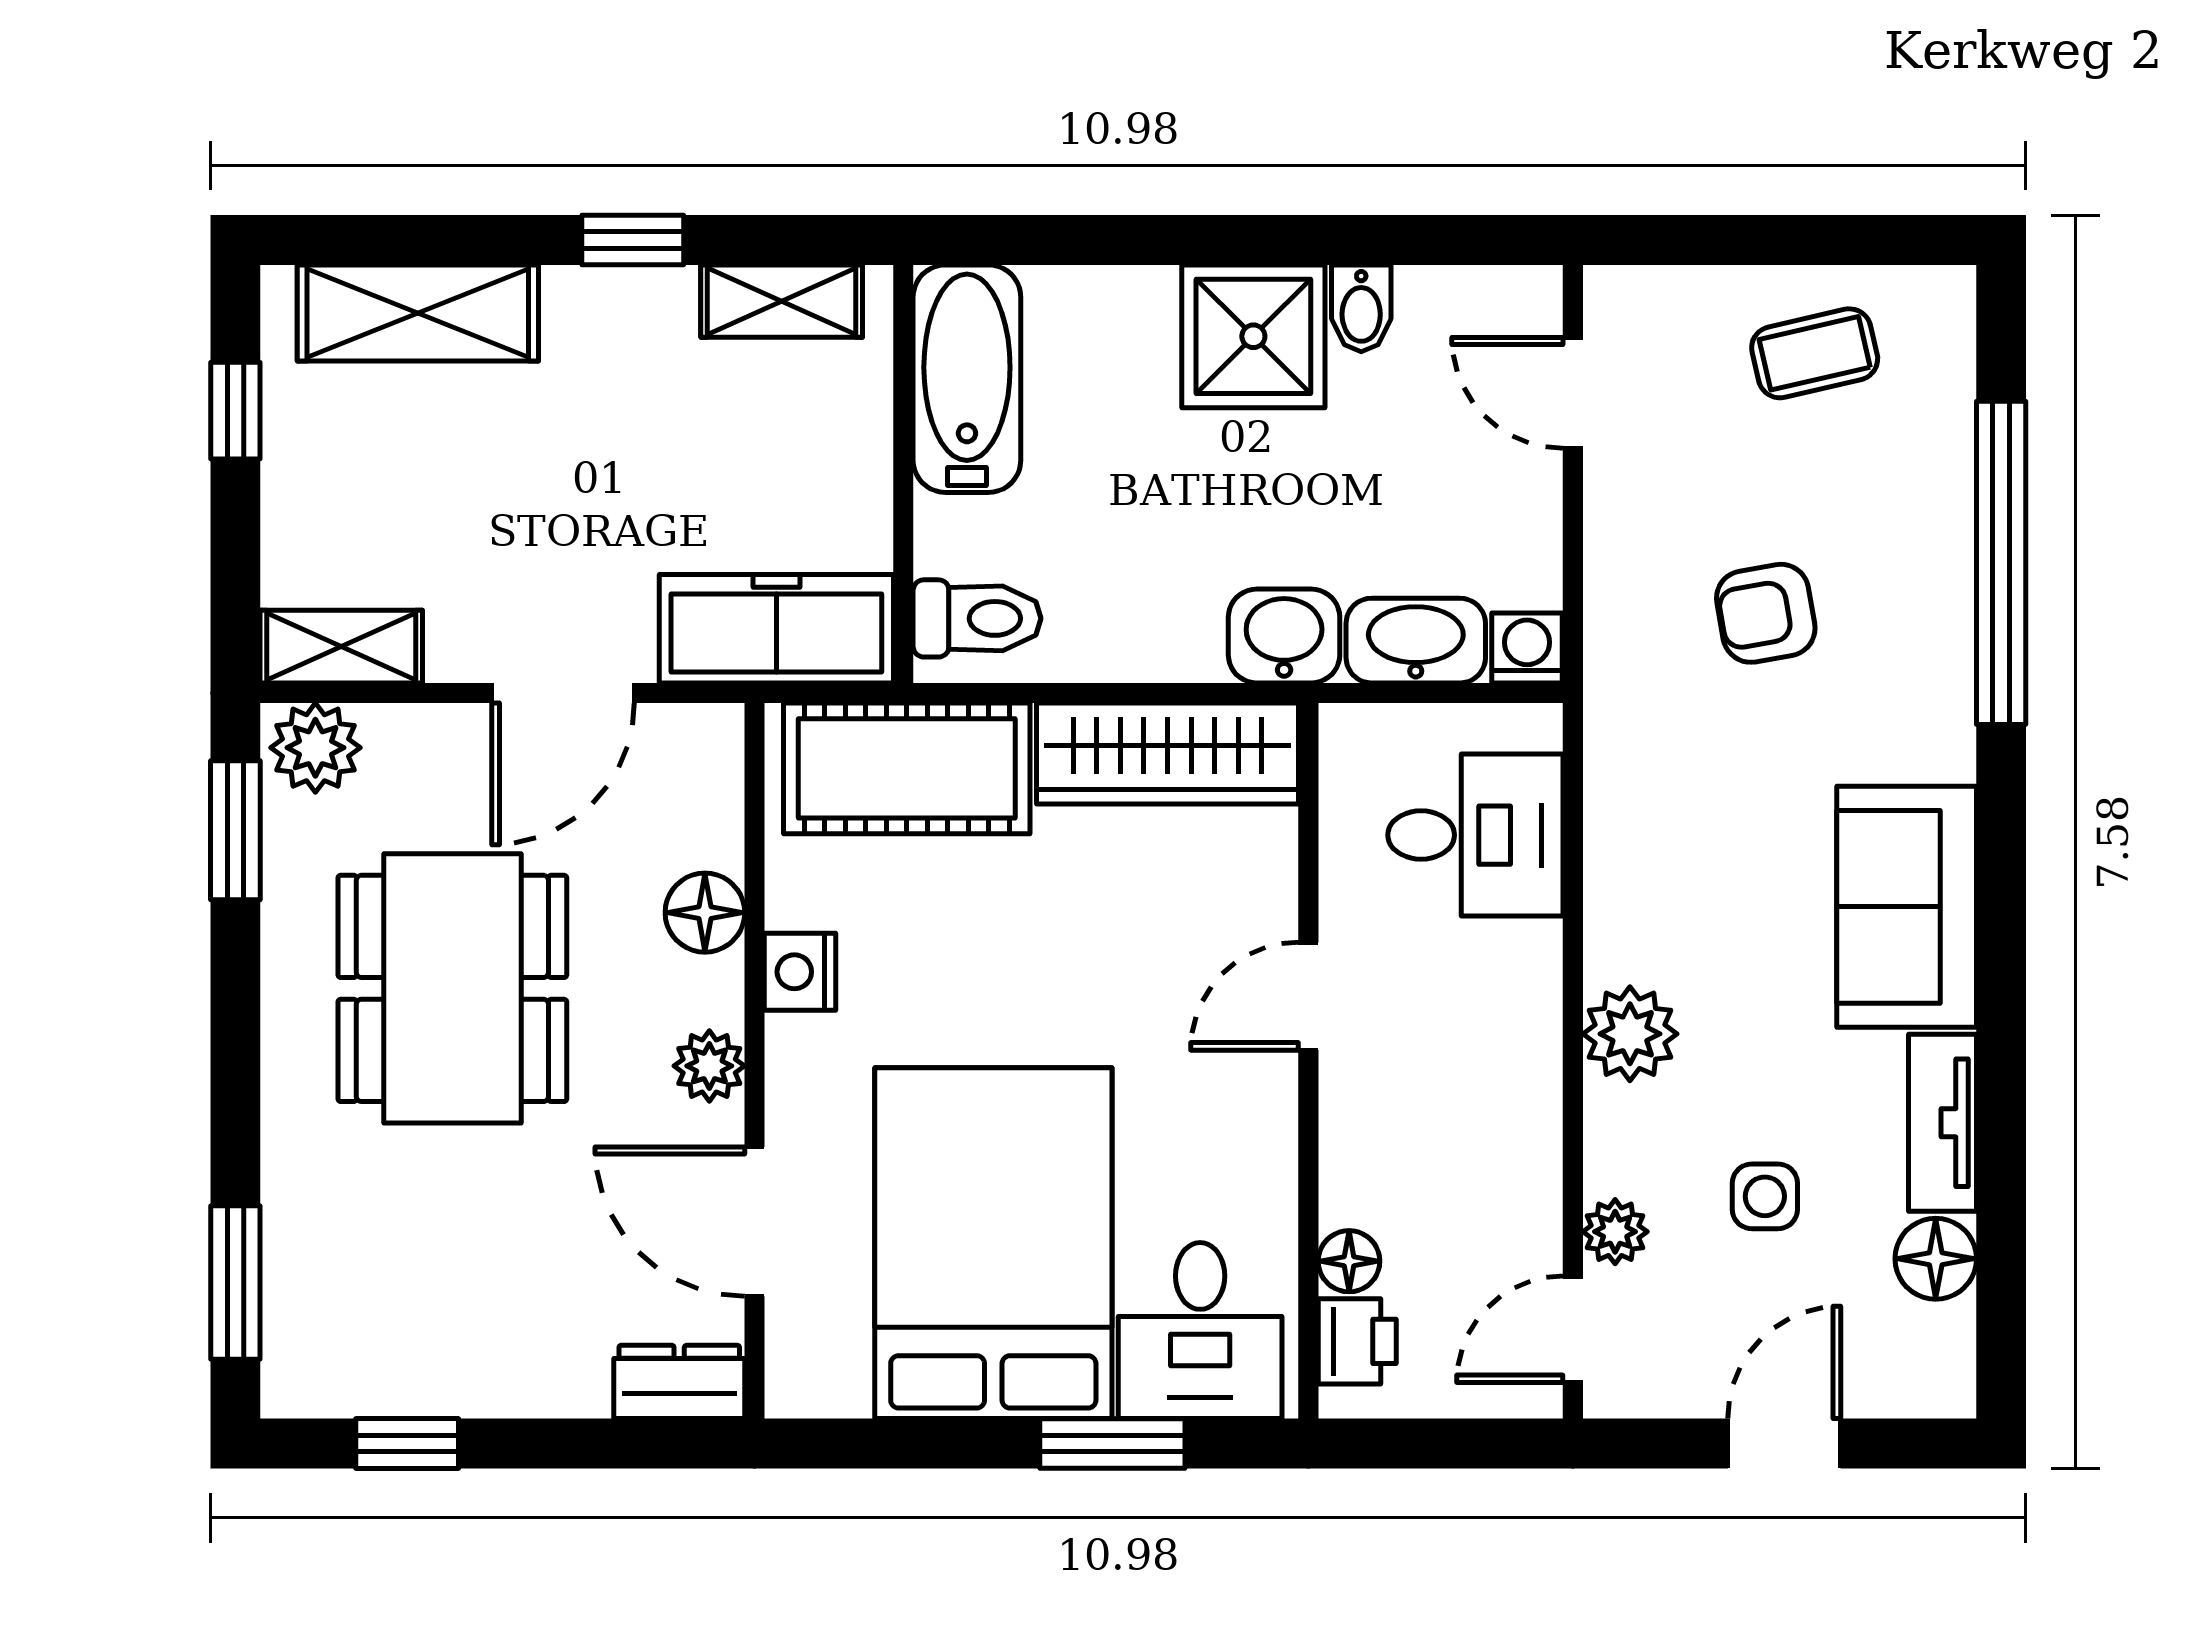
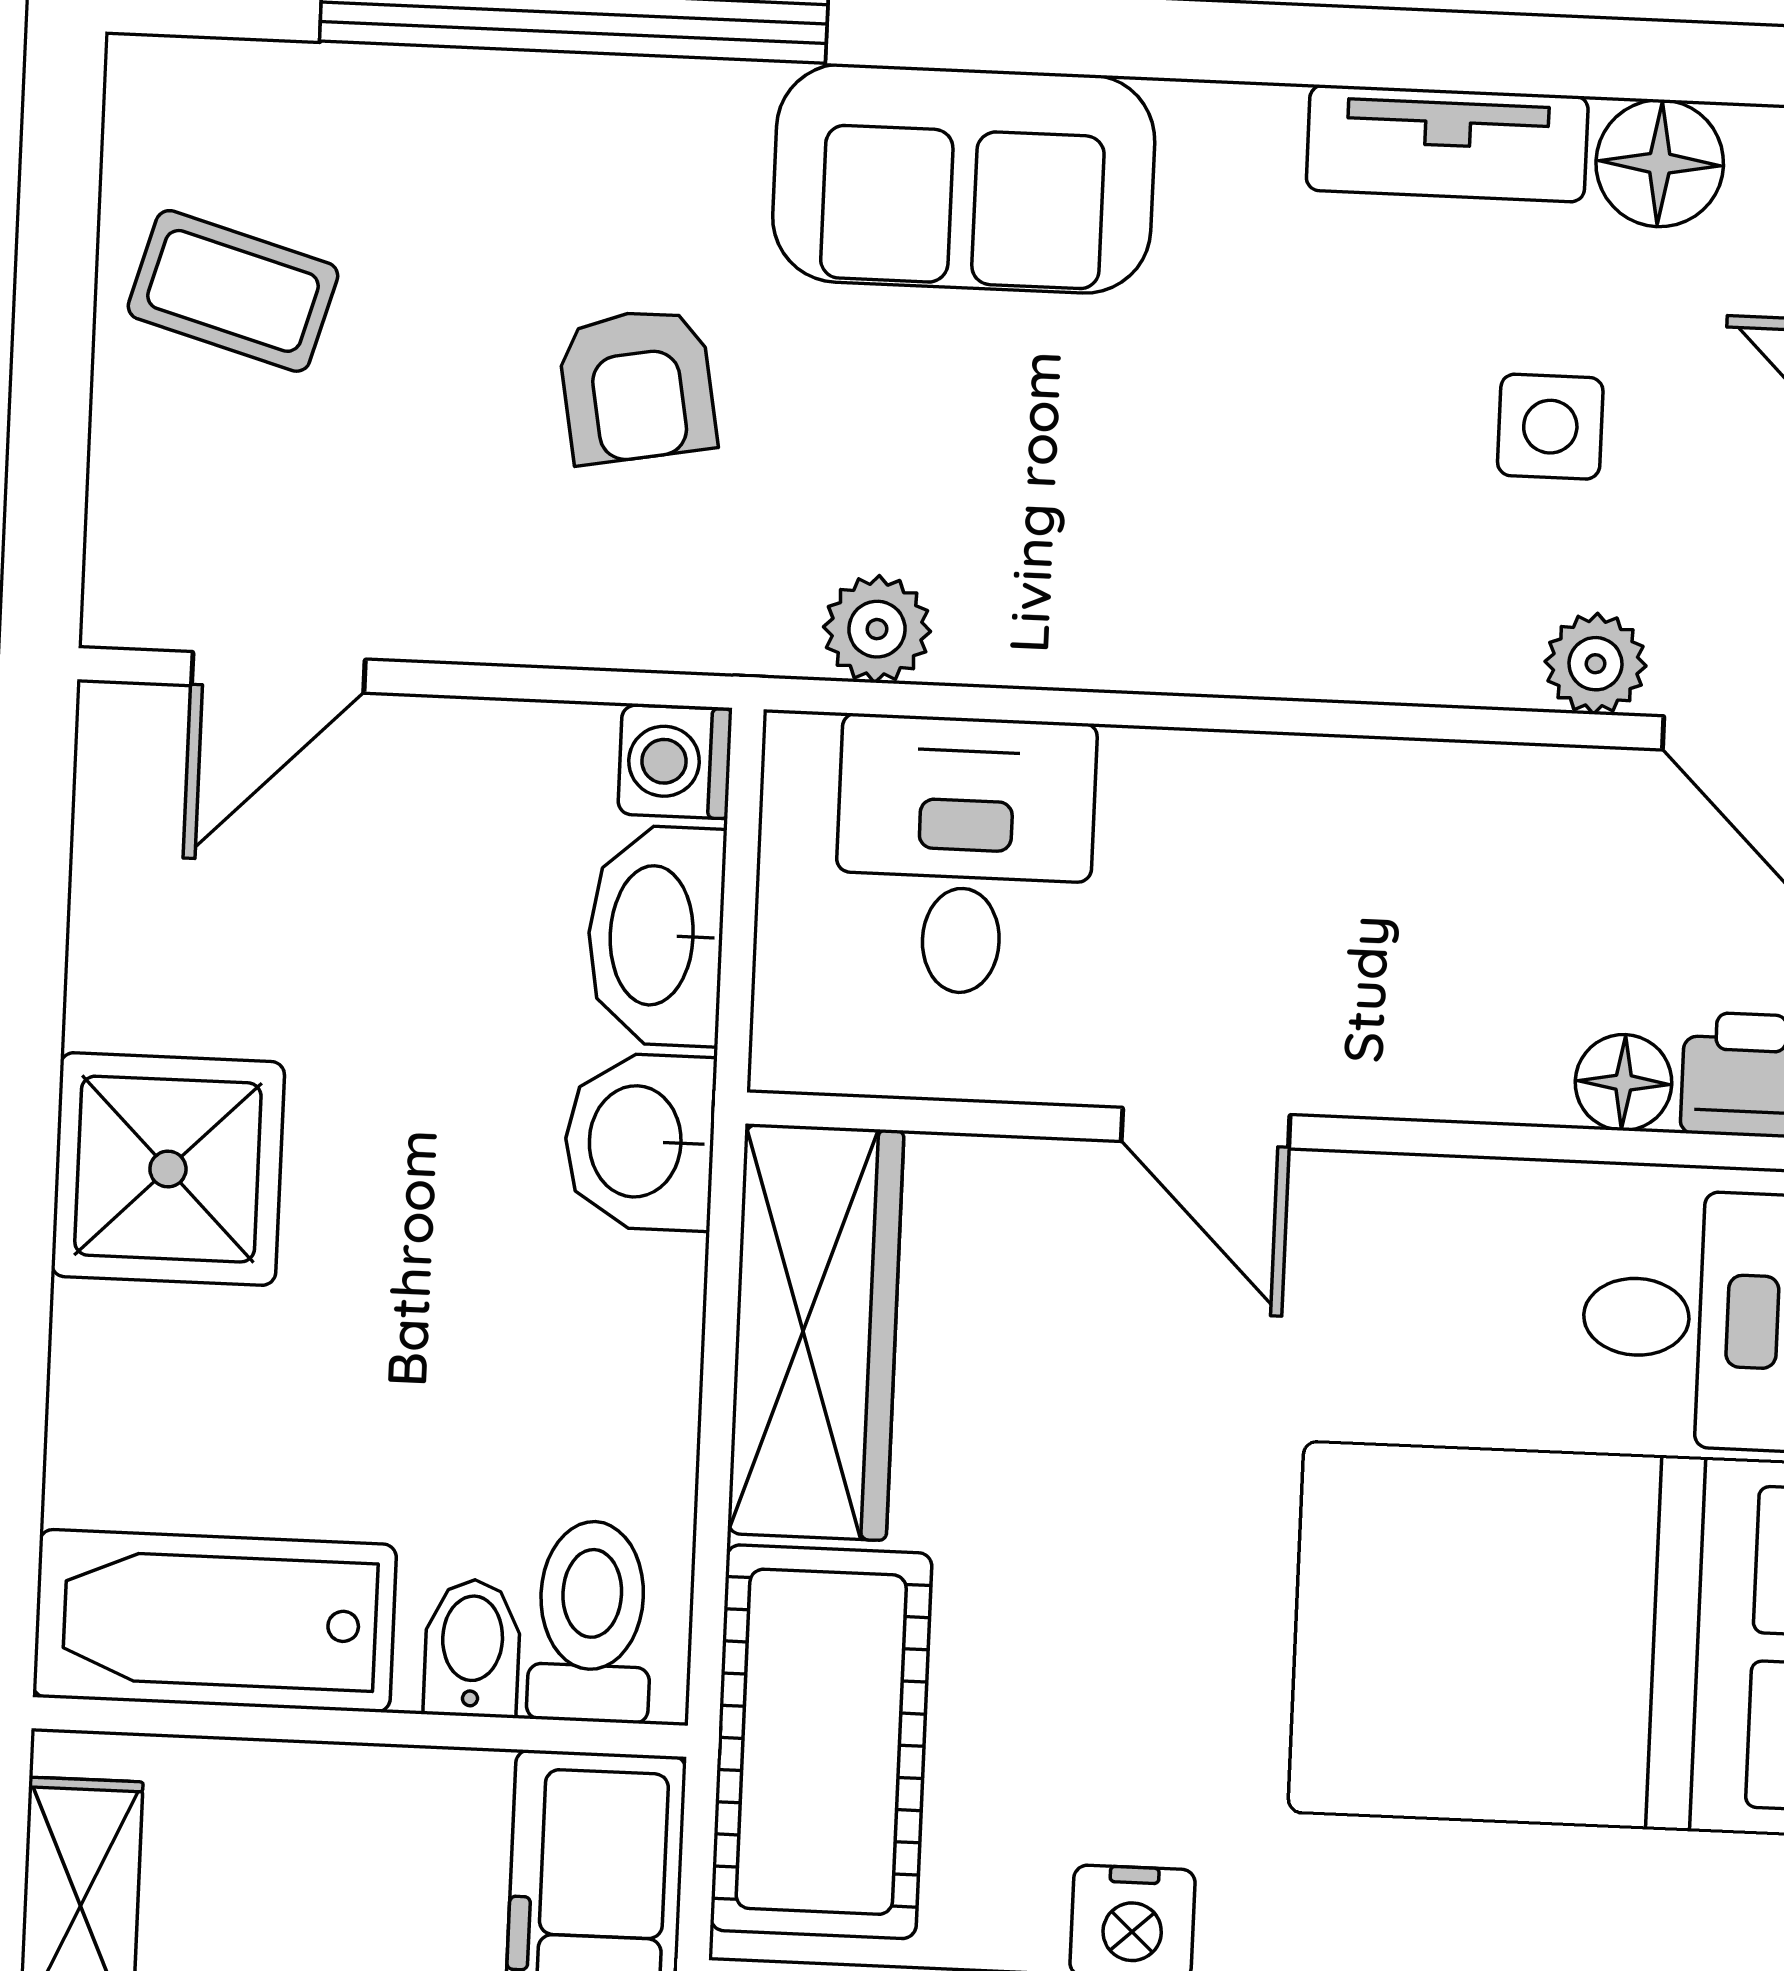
bidet: (1361, 308) -> (472, 1648), moved, turned -90
coffee table: (1815, 353) -> (233, 291), turned -61
sofa: (1907, 907) -> (964, 179), moved
plant: (1630, 1034) -> (877, 629), moved, width x0.73, depth x0.73

